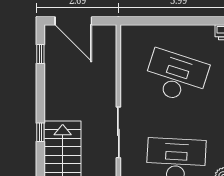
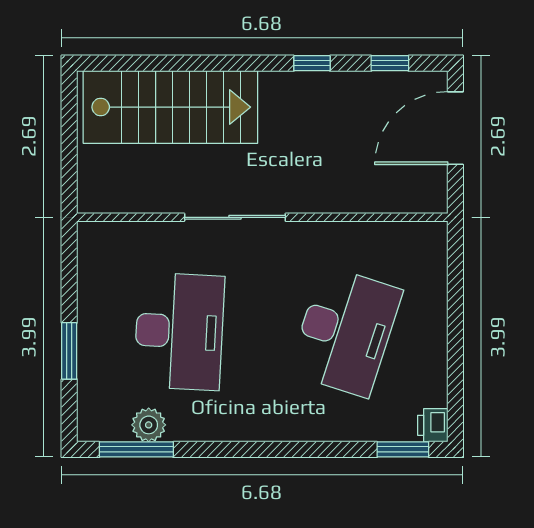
window: (40, 132) -> (312, 63), moved

